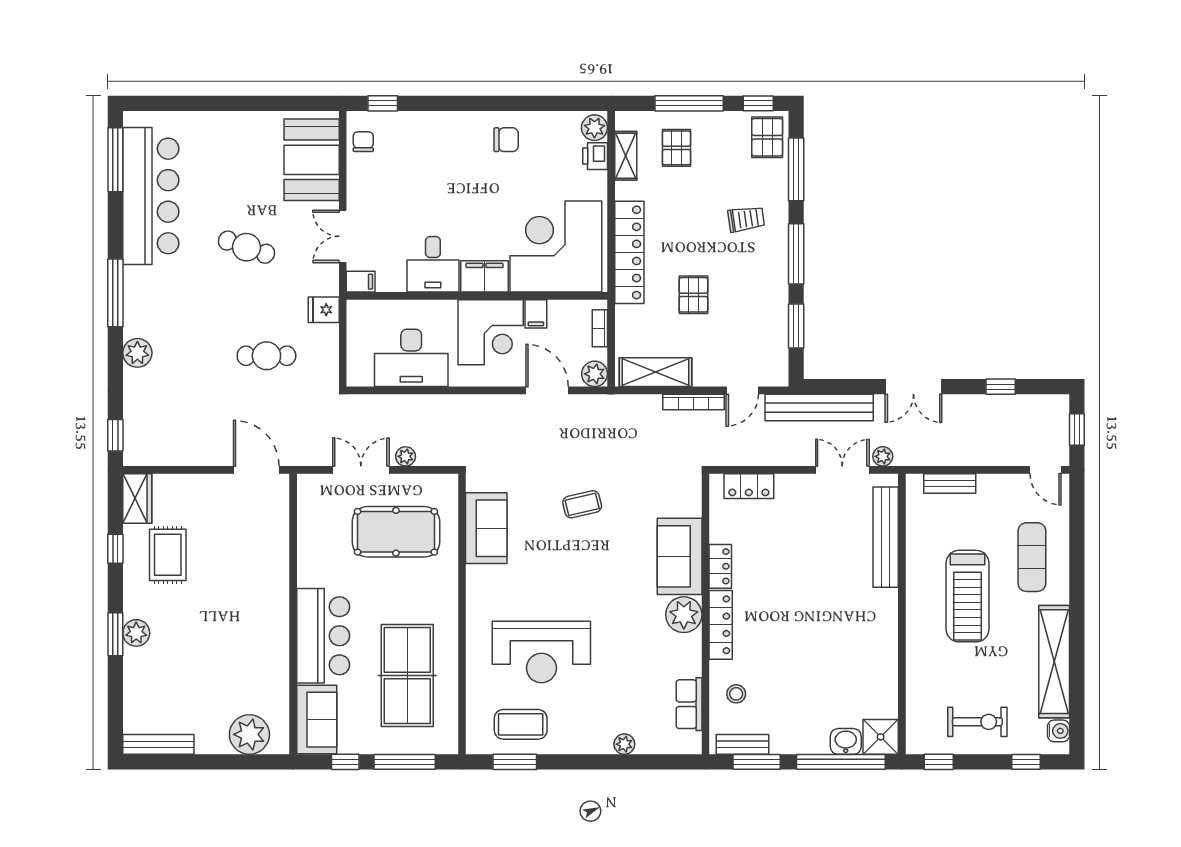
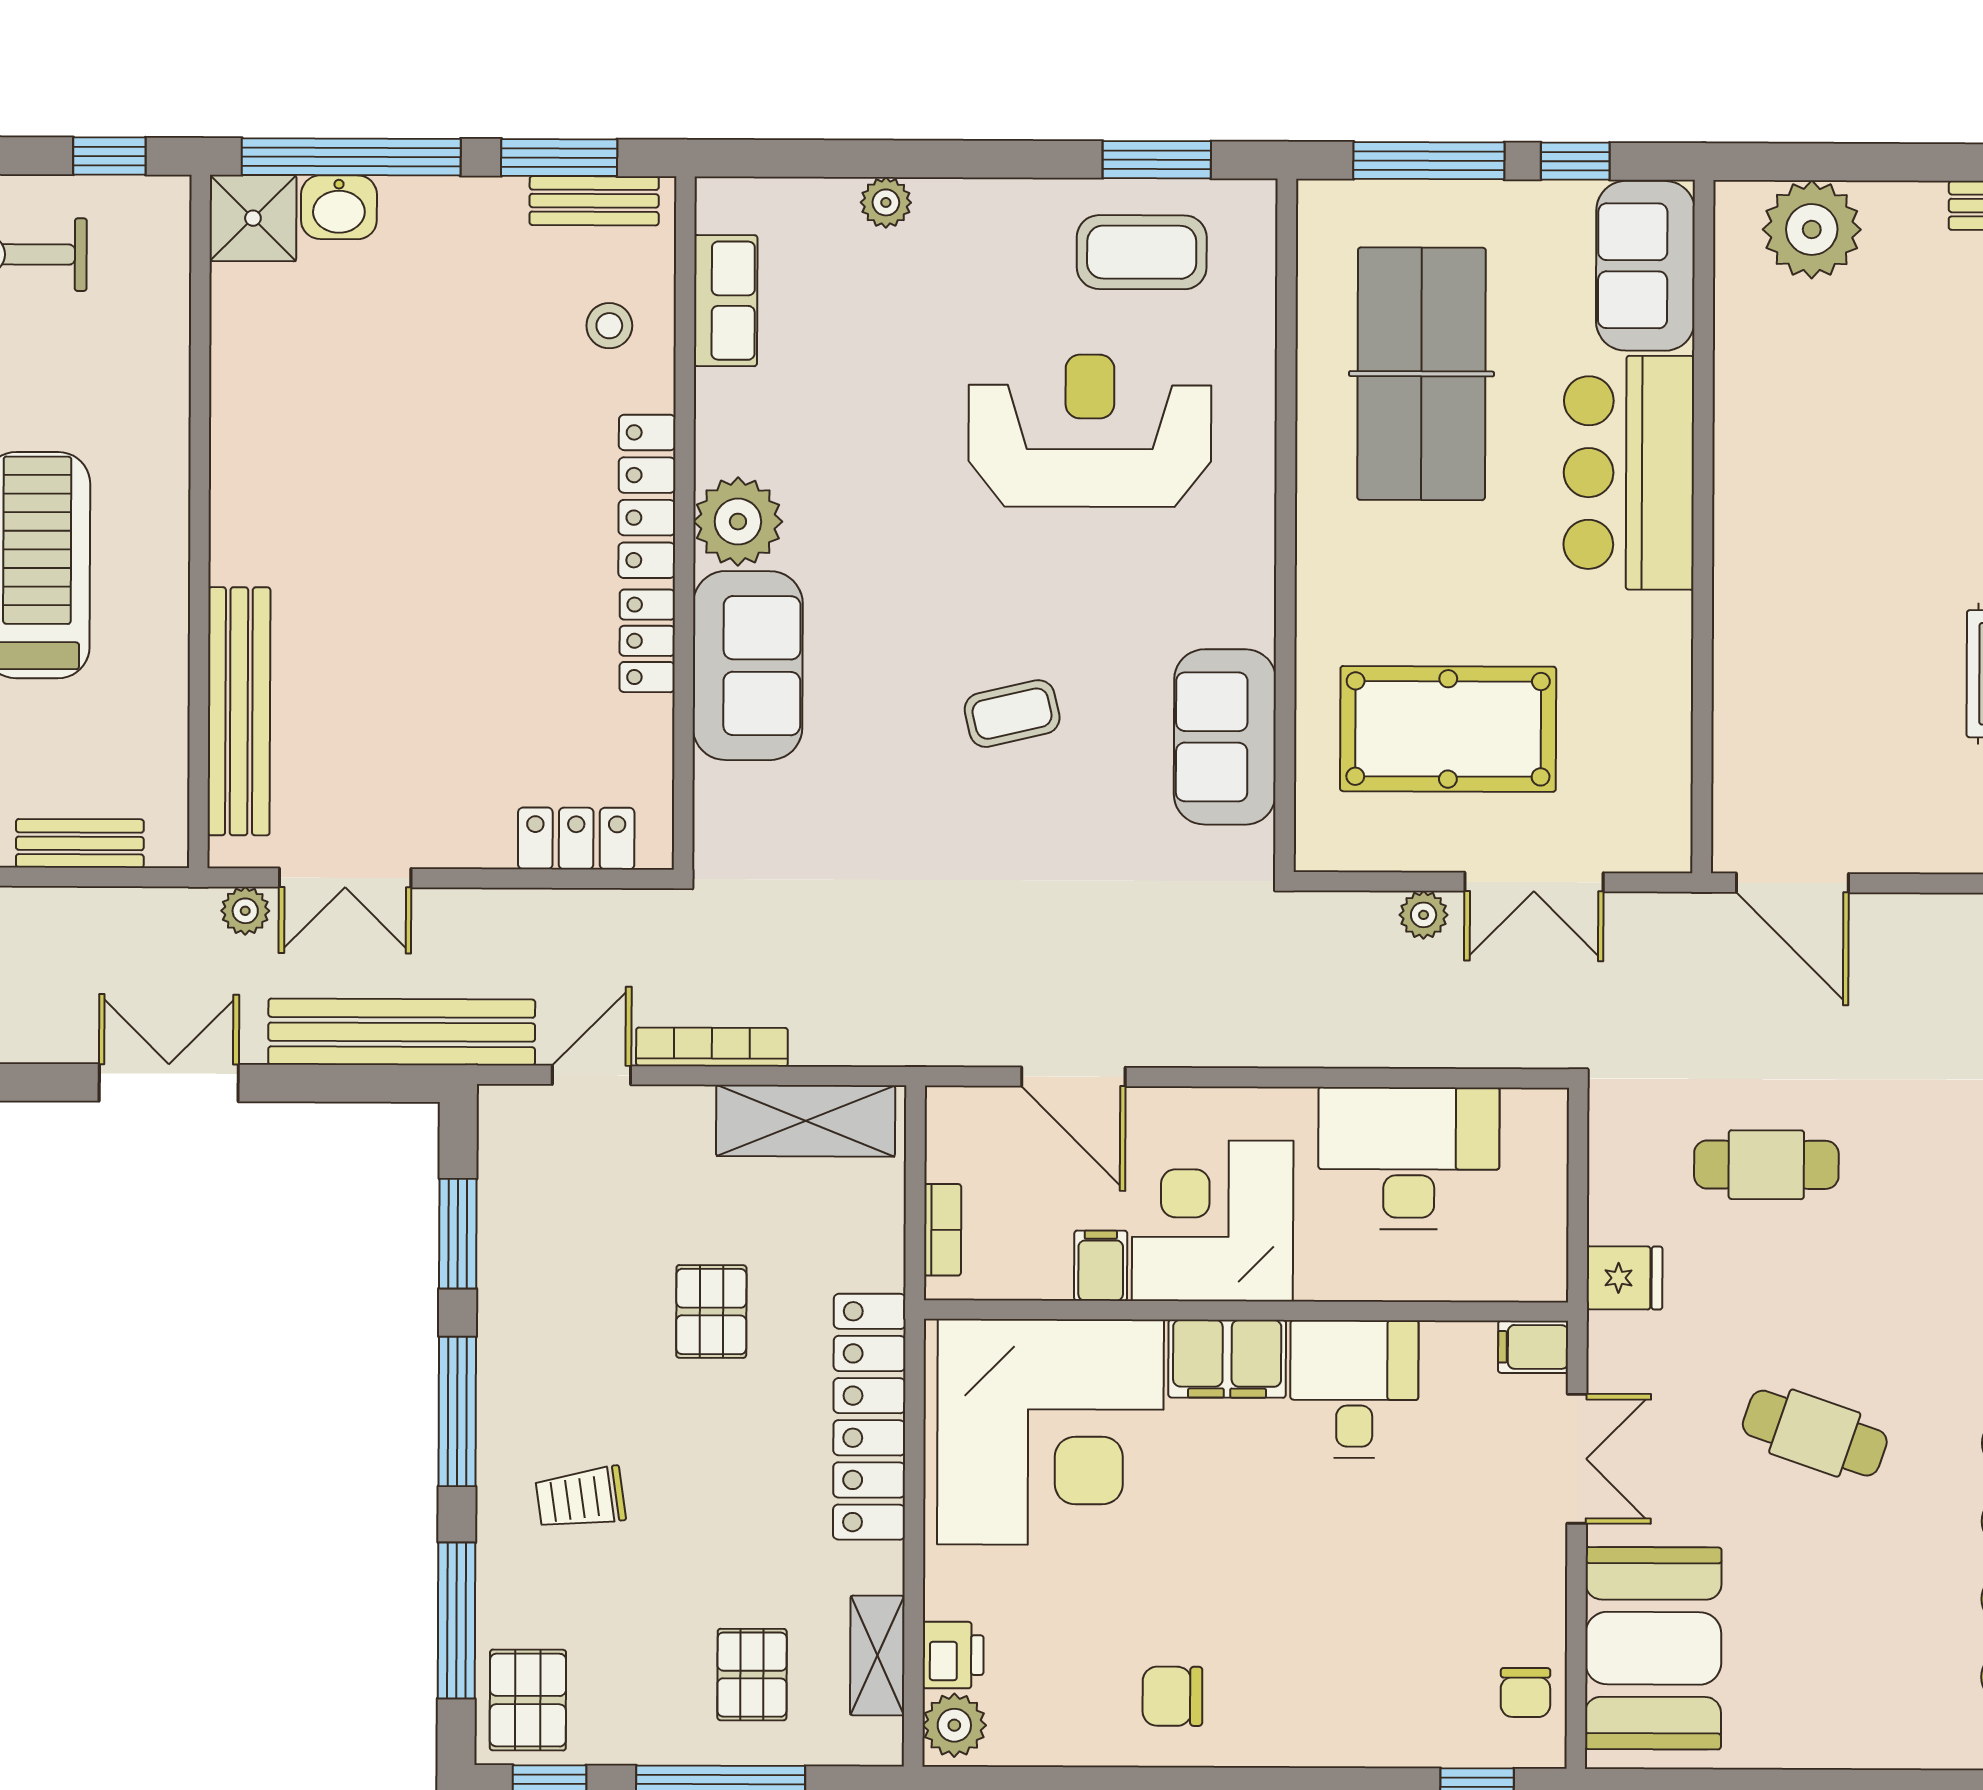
plant: (595, 374) -> (956, 1117), removed
coffee table: (582, 504) -> (1012, 714), moved

